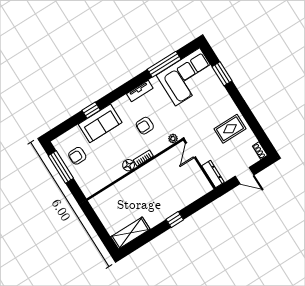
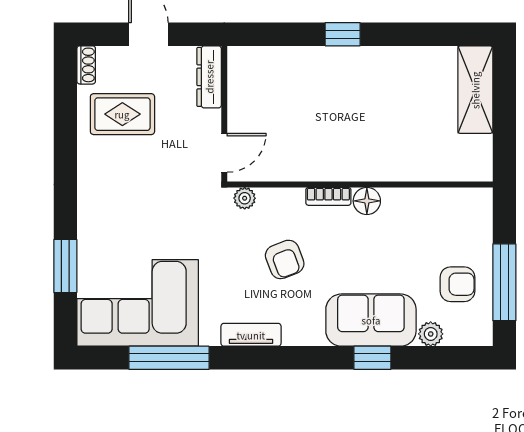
armchair: (145, 126) -> (285, 259), turned 69
rug: (230, 129) -> (122, 114), moved
plant: (76, 132) -> (431, 334), added
shelving: (130, 233) -> (475, 90), moved, turned 90

